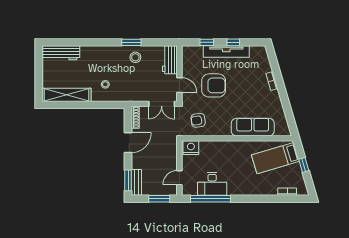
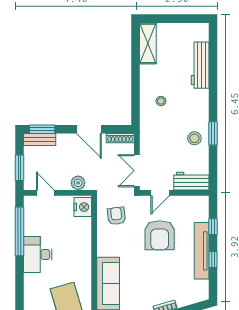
workbench: (61, 53) -> (200, 65), moved
shelving: (66, 95) -> (148, 43), width x0.68
plant: (171, 151) -> (78, 183), added
desk: (212, 184) -> (38, 255), moved

